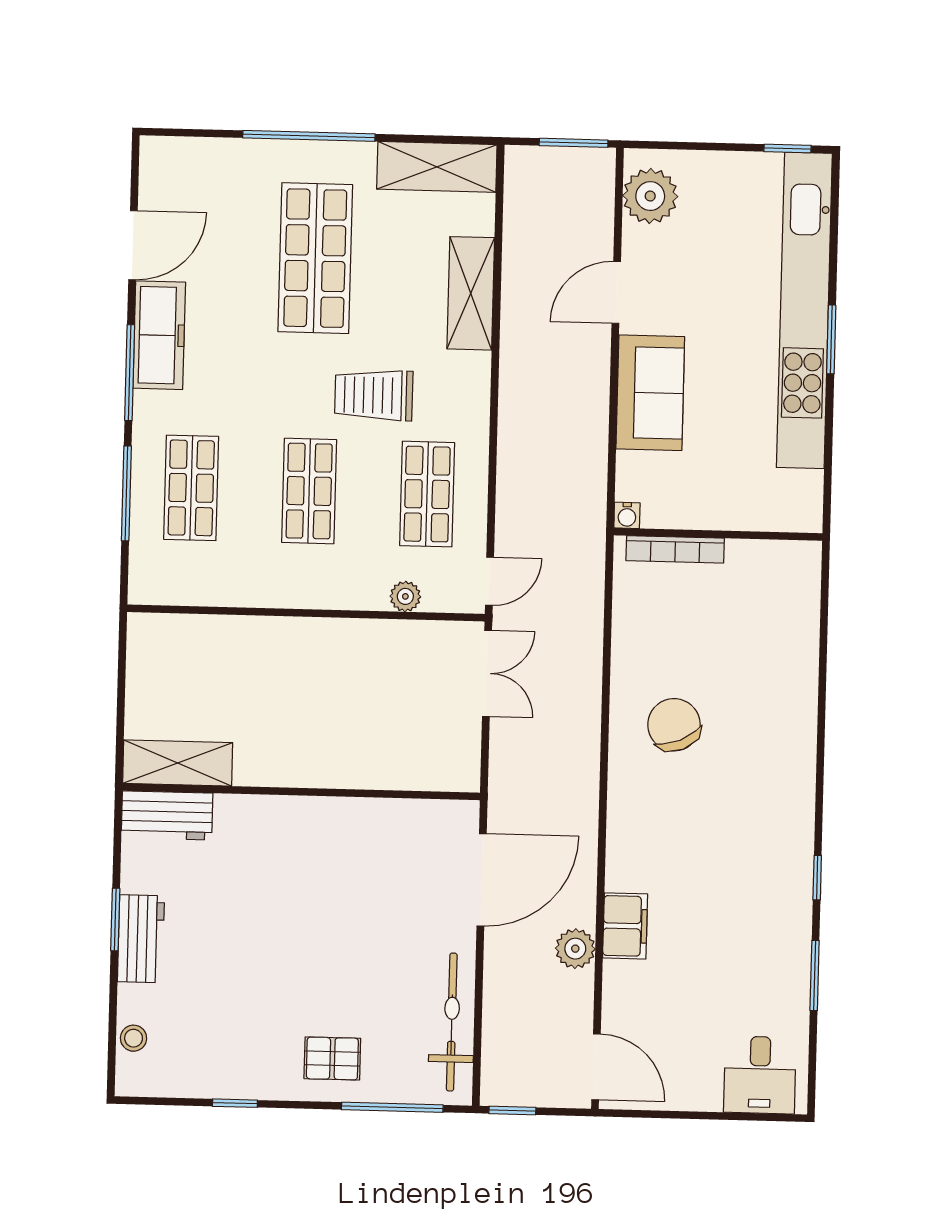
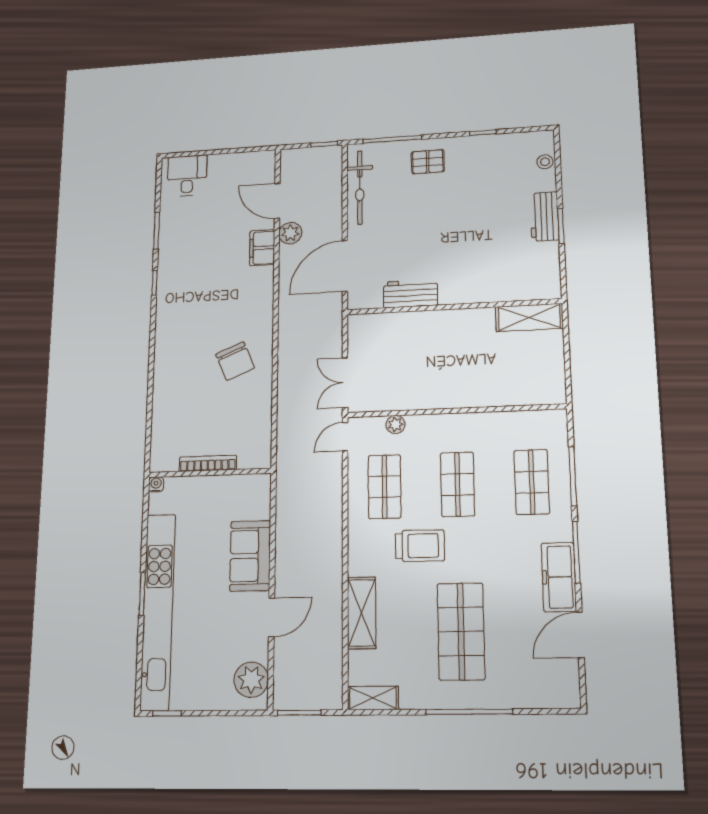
shelving: (437, 167) -> (373, 698), width x0.67, depth x0.75
water cooler: (627, 515) -> (156, 484), moved
bookcase: (675, 549) -> (208, 463), moved
workbench: (167, 815) -> (410, 294), moved
door: (596, 1067) -> (277, 201), moved

